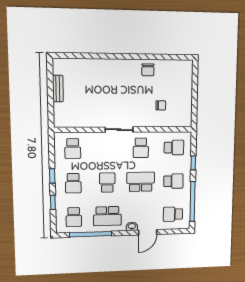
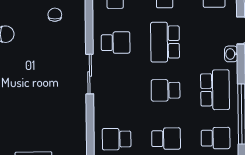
school desk: (73, 149) -> (117, 139), turned 180

